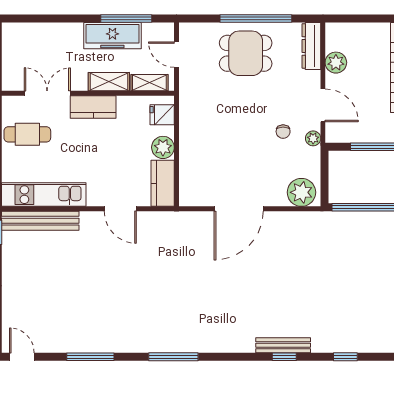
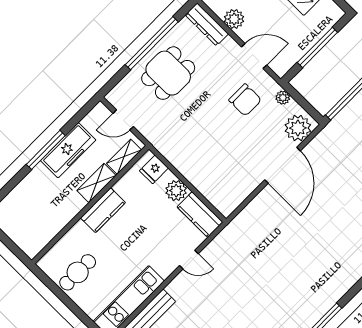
window: (126, 18) -> (46, 150), moved
double door: (47, 93) -> (63, 232), removed
chair: (283, 132) -> (245, 100), width x1.87, depth x1.87
plant: (313, 138) -> (283, 98), moved
door: (120, 209) -> (189, 260), width x0.73
door: (239, 209) -> (282, 165), moved

